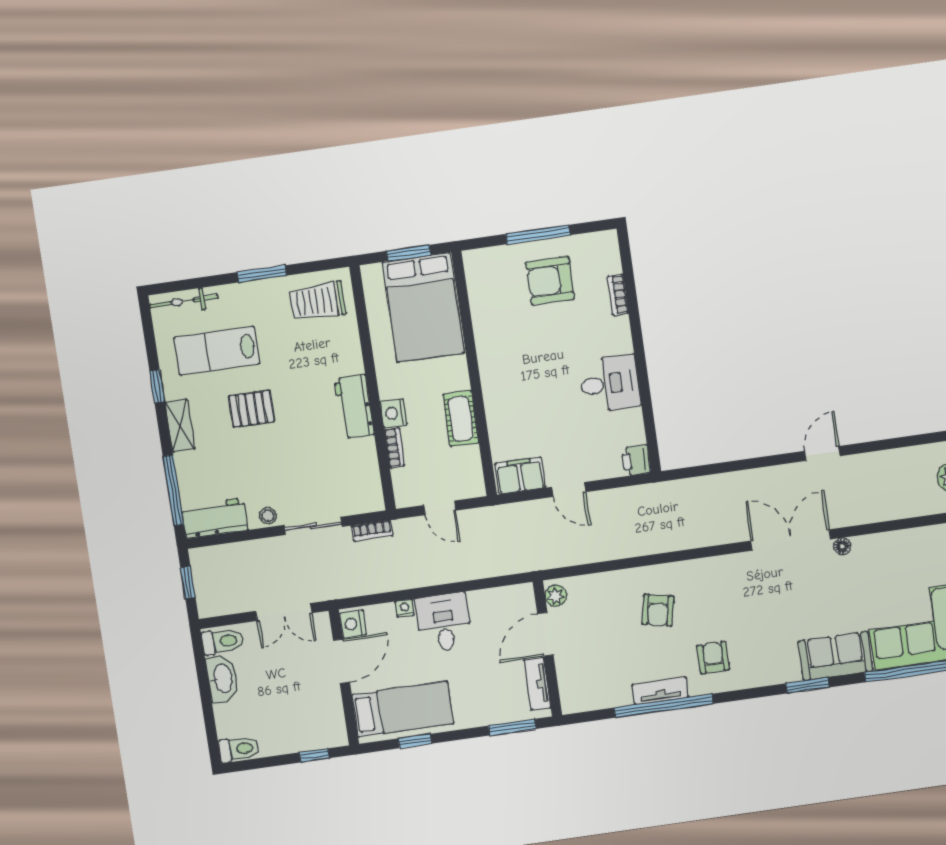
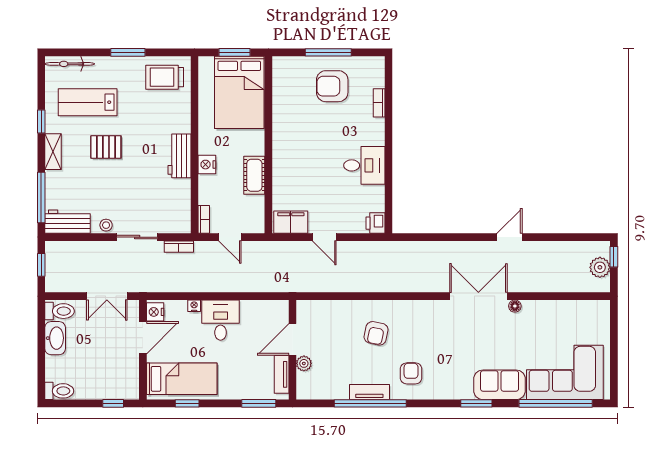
bookcase: (394, 448) -> (204, 219), moved
plant: (556, 596) -> (304, 363), moved

